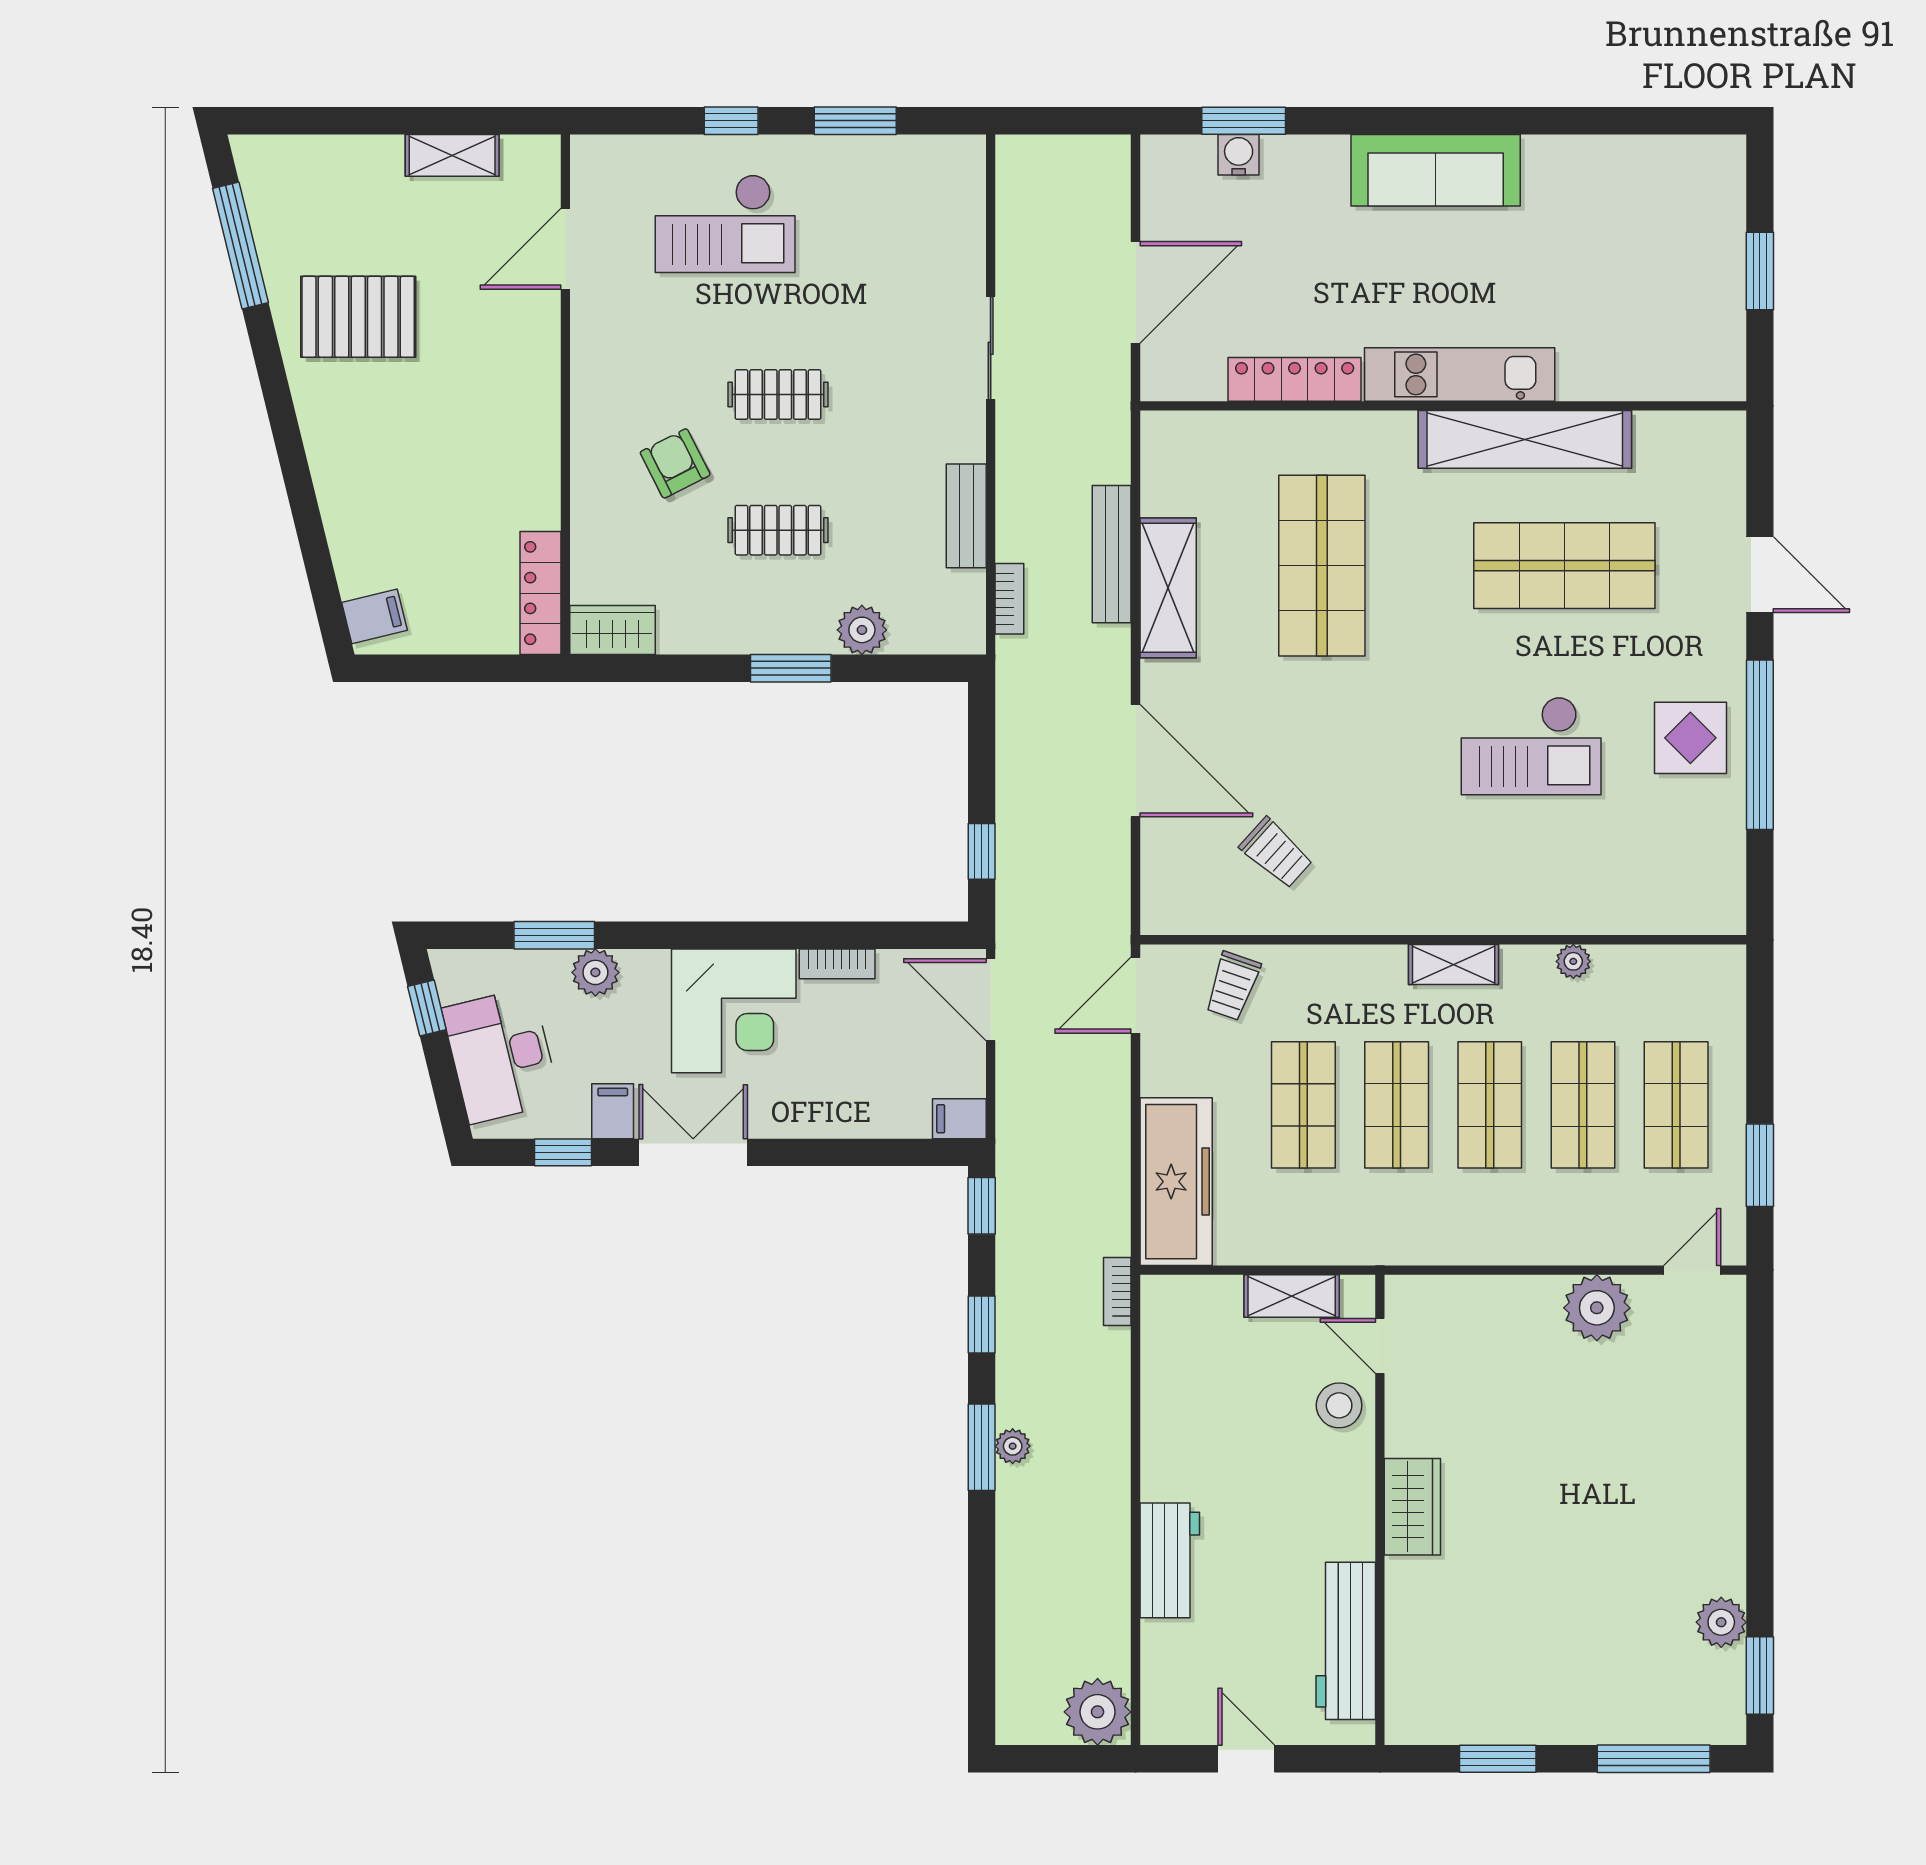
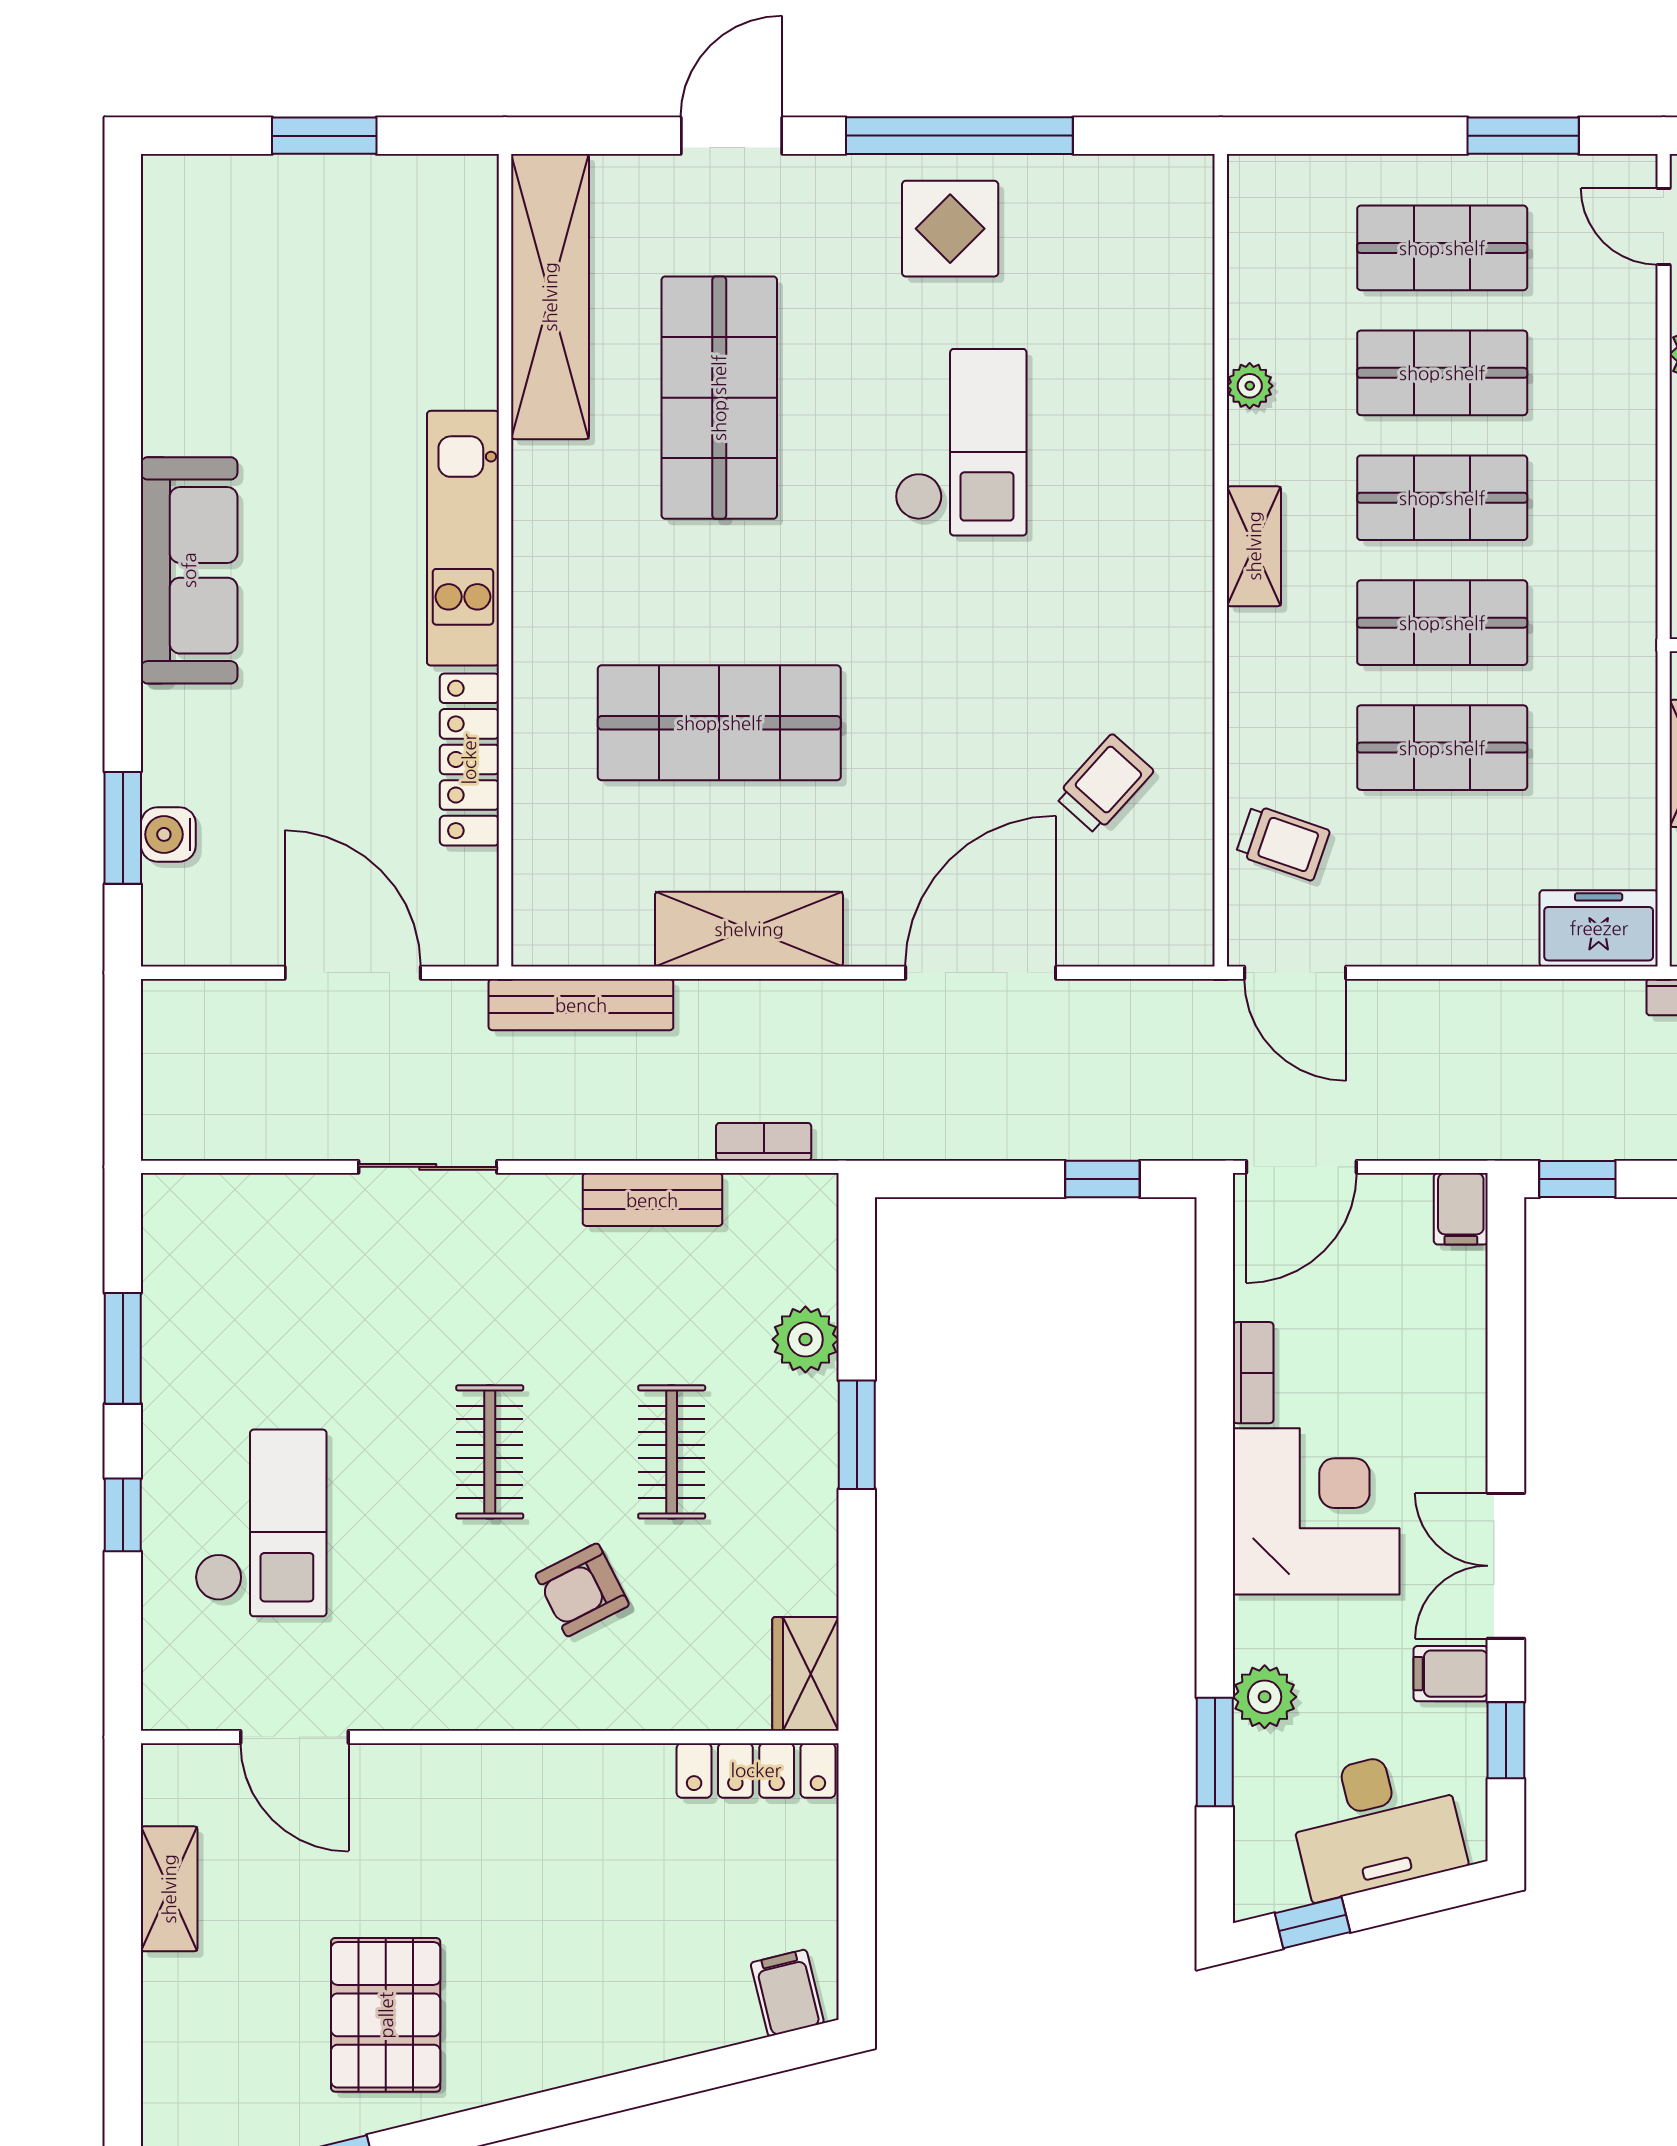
shelving: (1525, 439) -> (550, 297), moved
bench: (1112, 554) -> (581, 1005), moved
freezer: (1176, 1182) -> (1599, 928), width x0.52, depth x0.79

